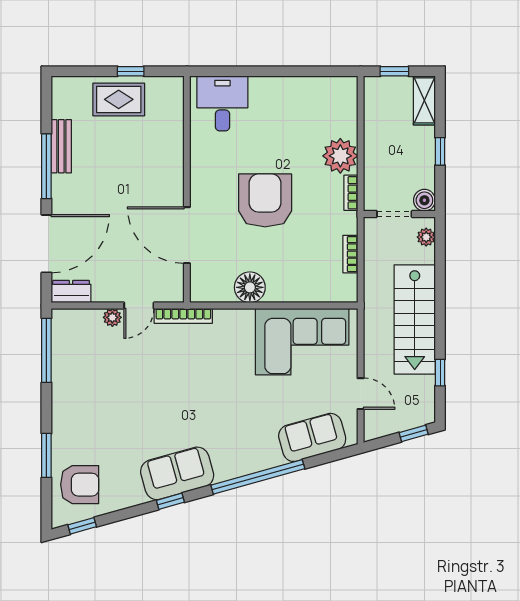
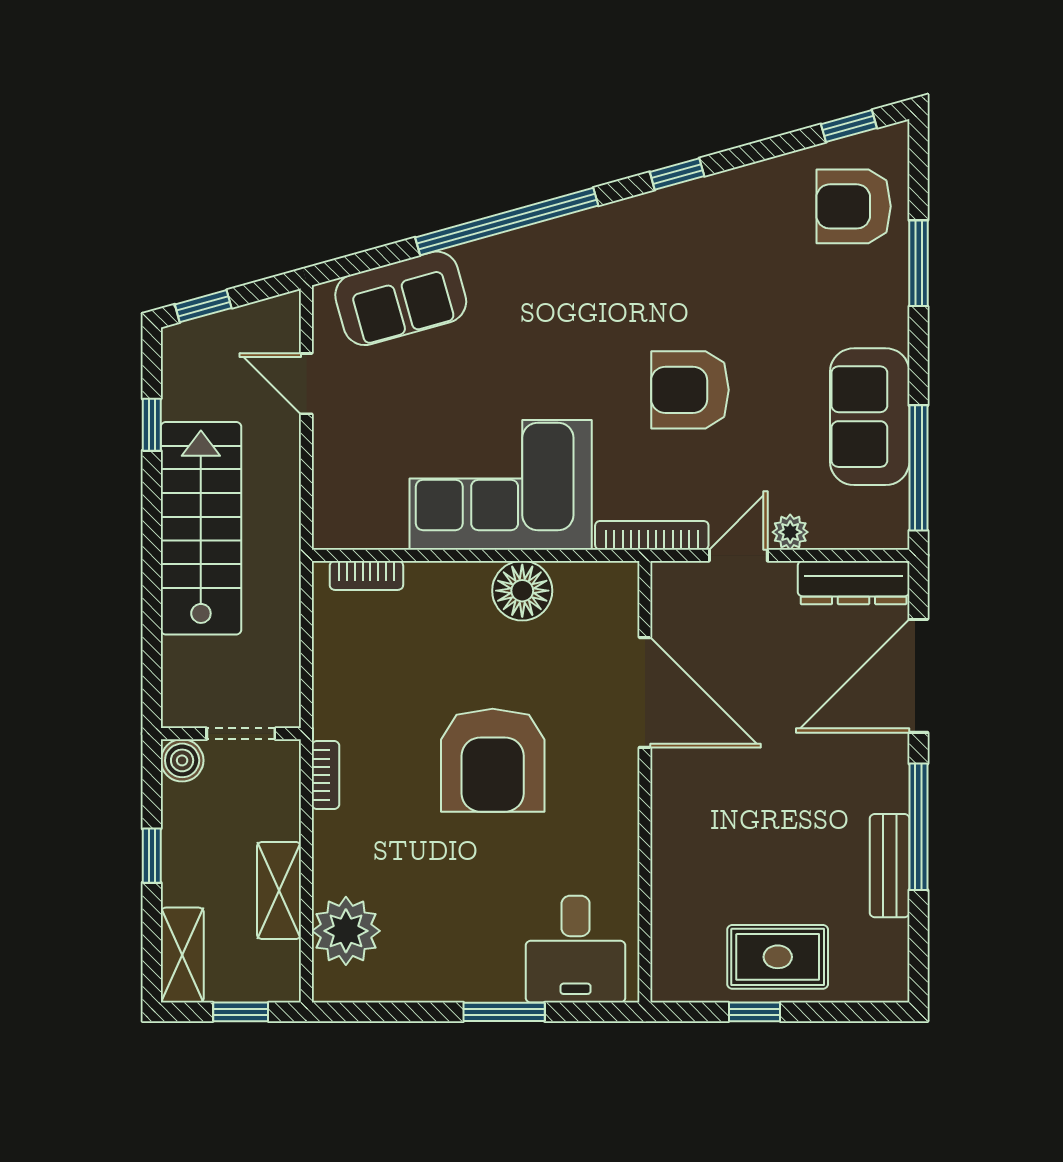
window: (259, 71) -> (504, 1012), added
shelving: (375, 134) -> (279, 890), added
plant: (340, 156) -> (346, 931), moved
plant: (426, 237) -> (179, 689), removed
bookcase: (350, 254) -> (366, 575), moved, turned 90
dresser: (71, 292) -> (854, 583), width x1.44
corner sofa: (302, 342) -> (501, 485), moved
armchair: (164, 390) -> (690, 390), added
sofa: (177, 473) -> (870, 417), moved, turned 106

